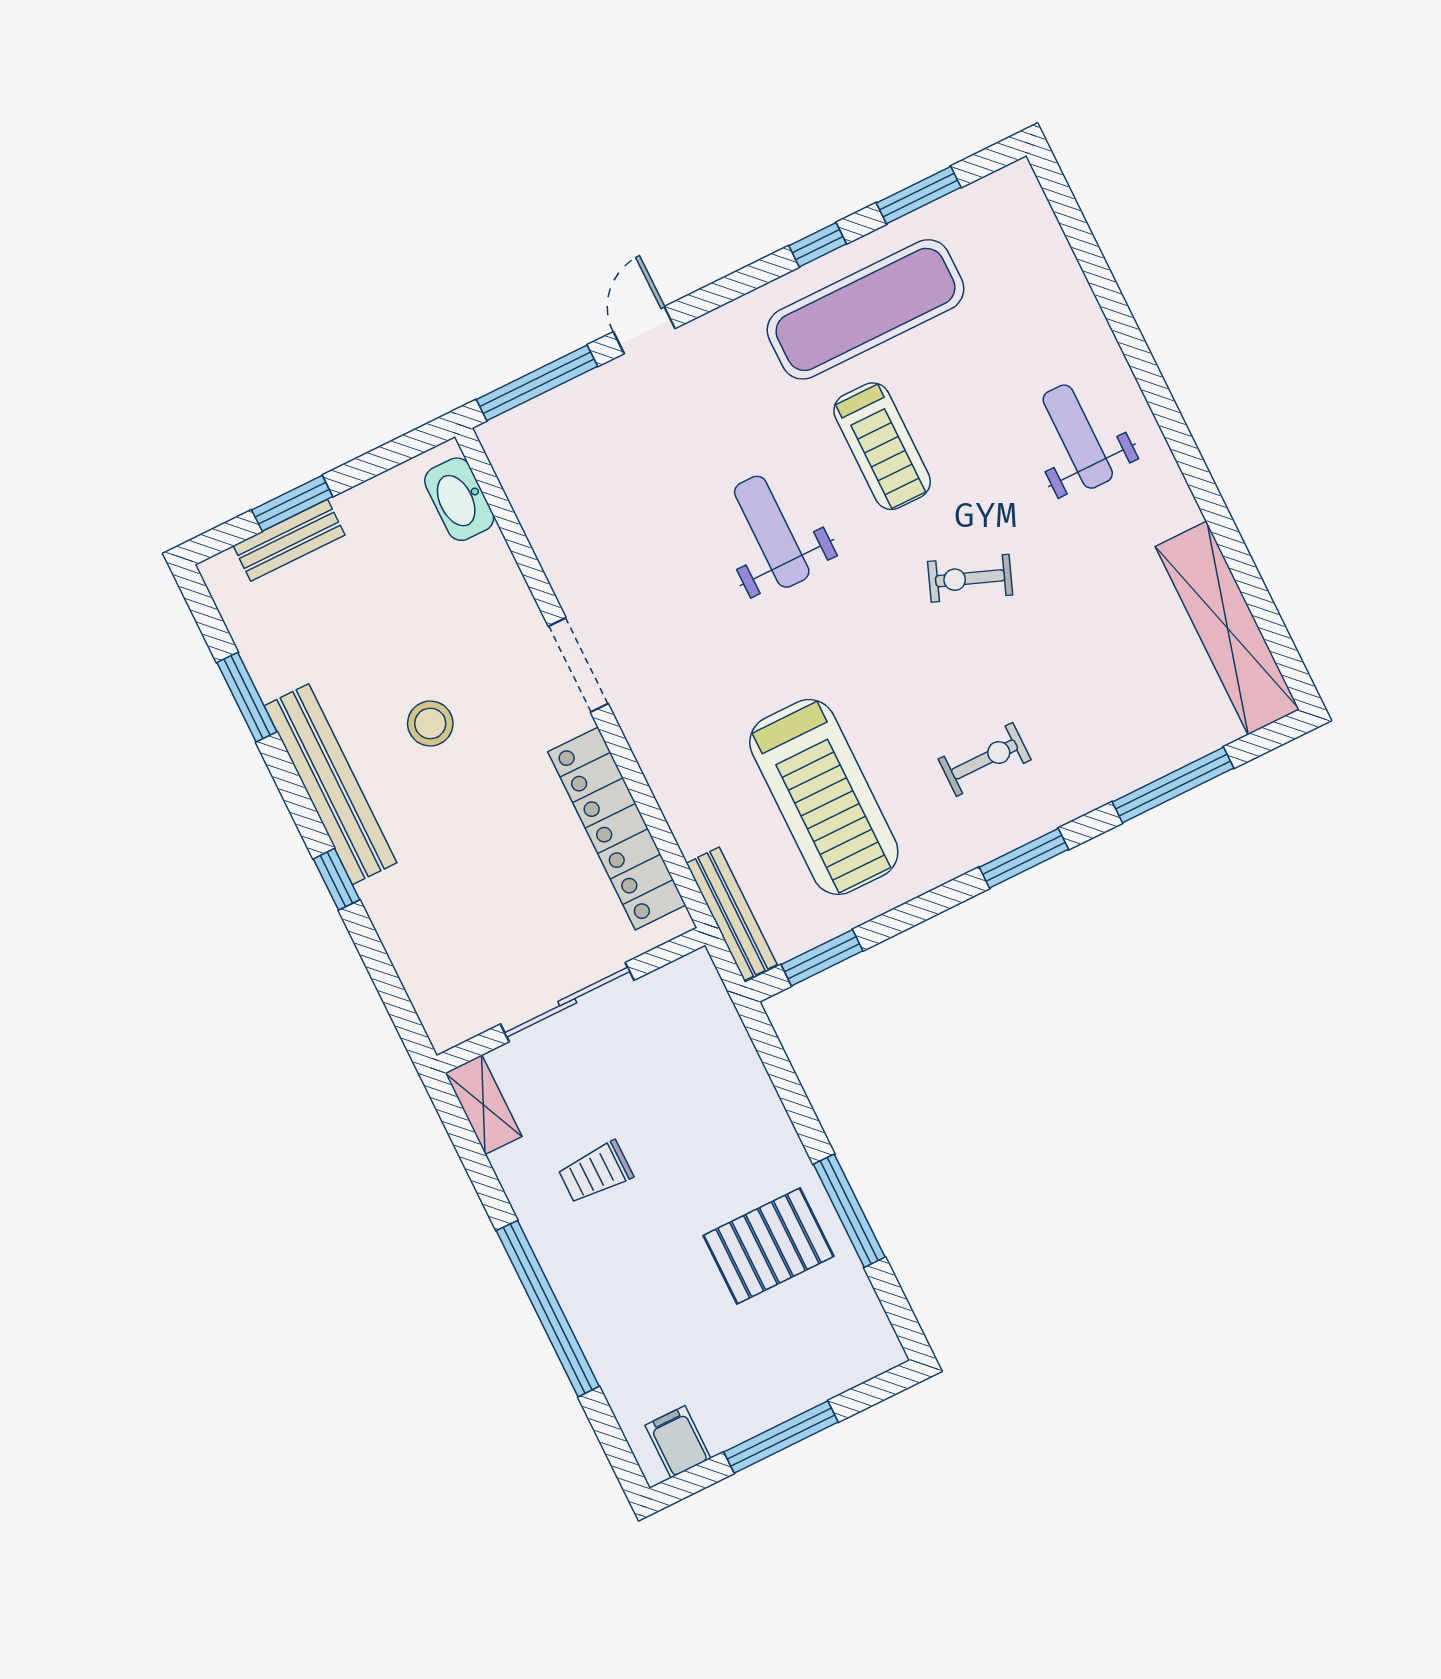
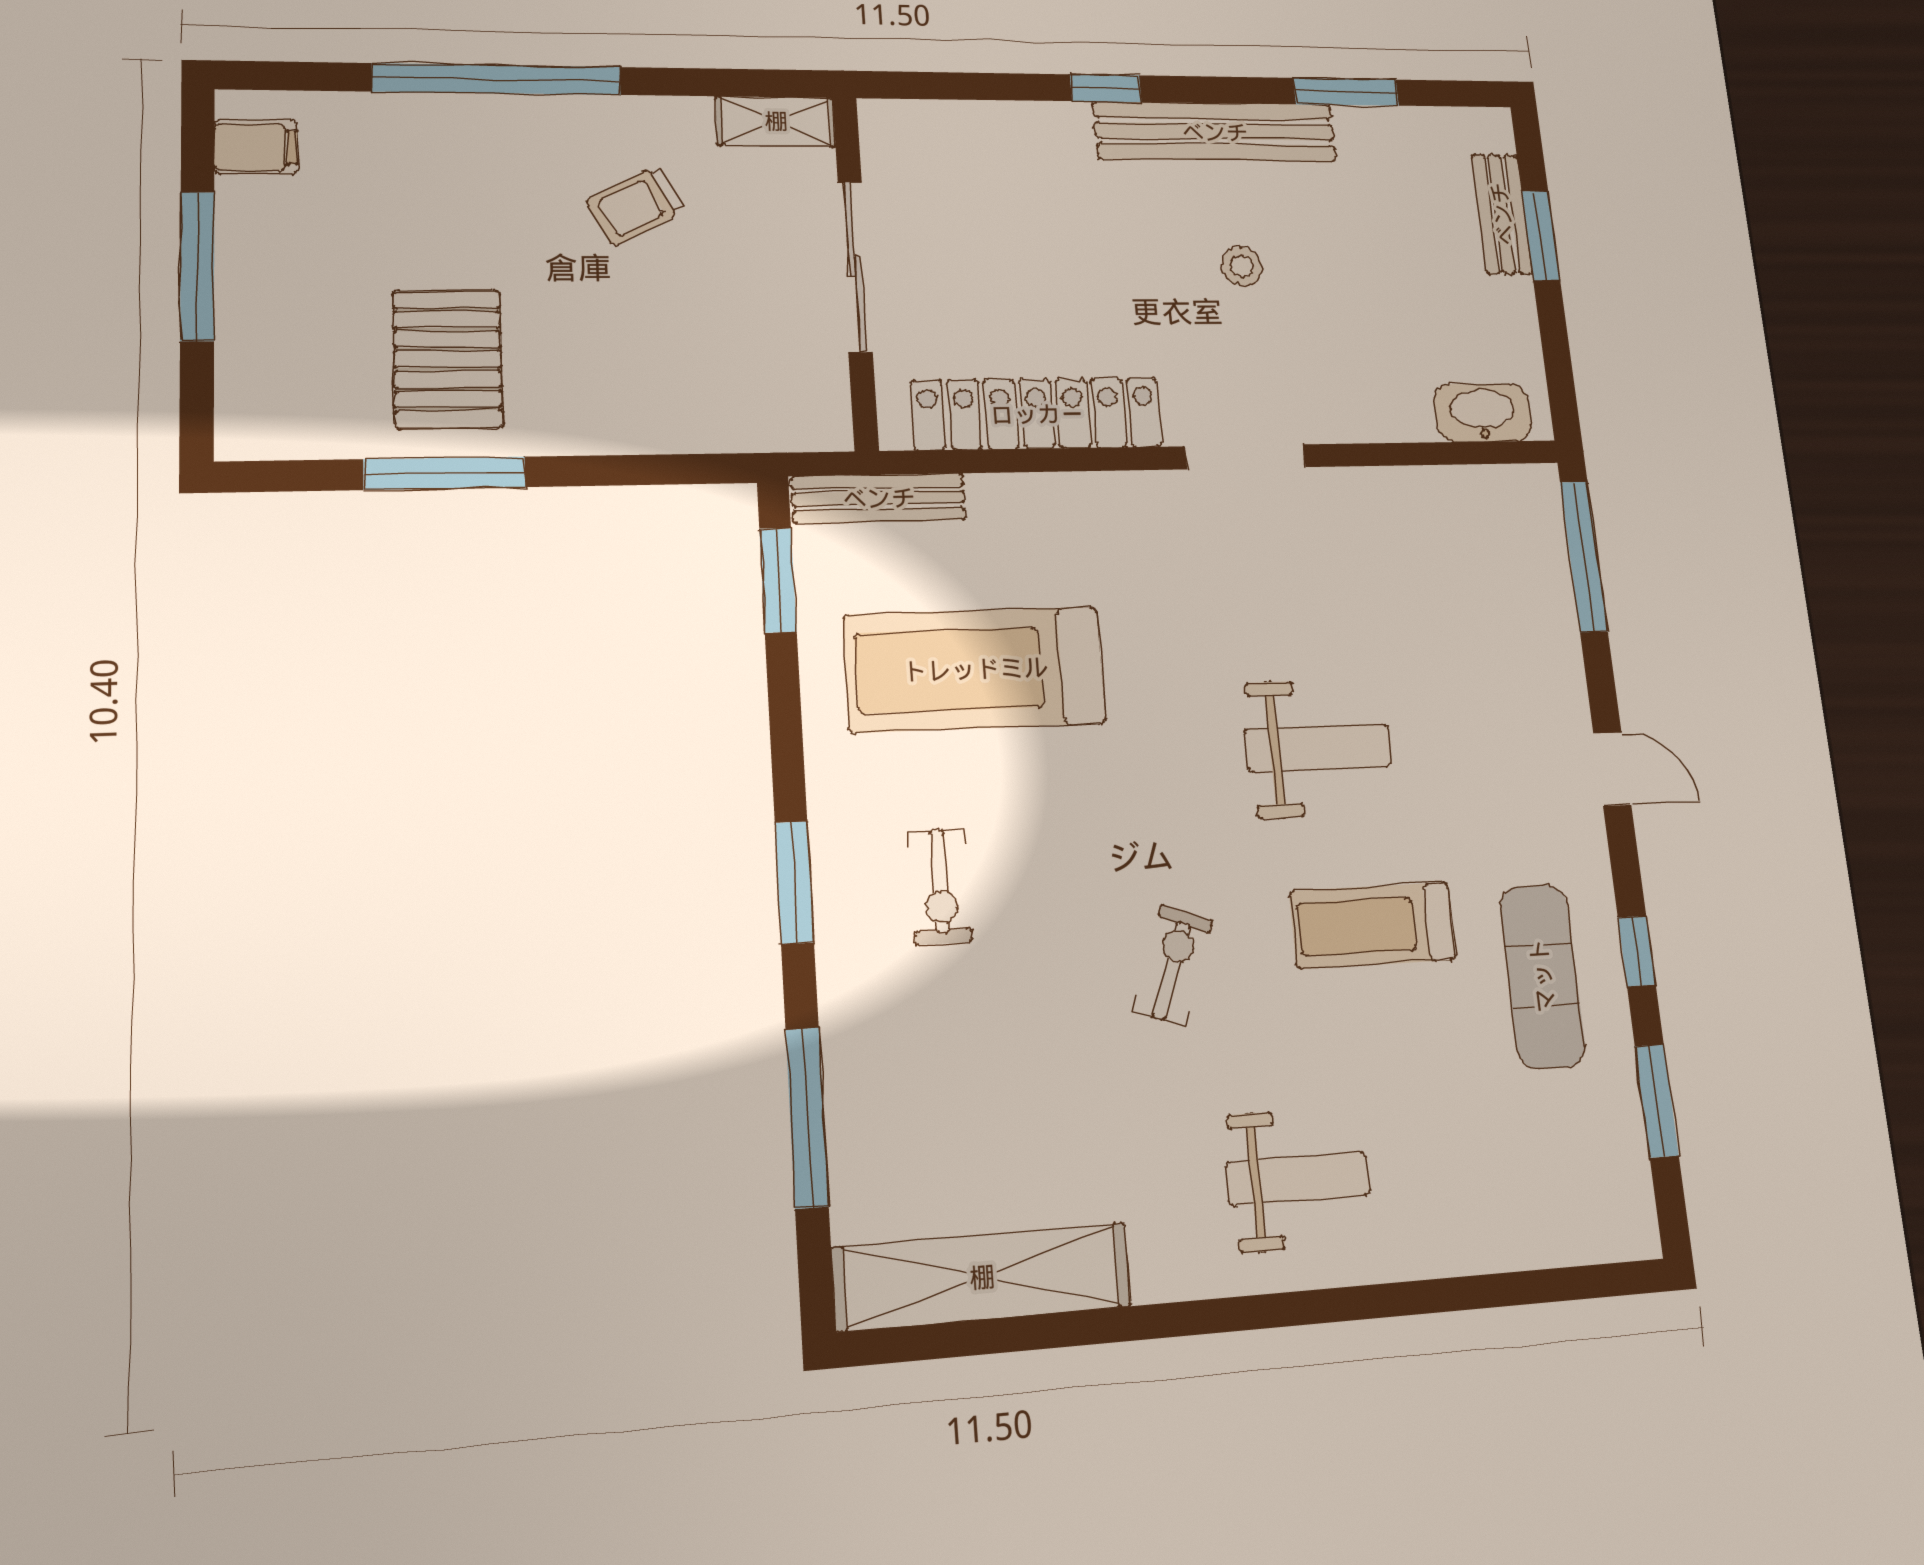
exercise mat: (866, 309) -> (1542, 976), width x0.73, depth x0.69
door: (644, 330) -> (1612, 769), moved
stool: (430, 723) -> (1242, 266), width x0.73, depth x0.73
trolley: (596, 1172) -> (636, 205), turned -118

